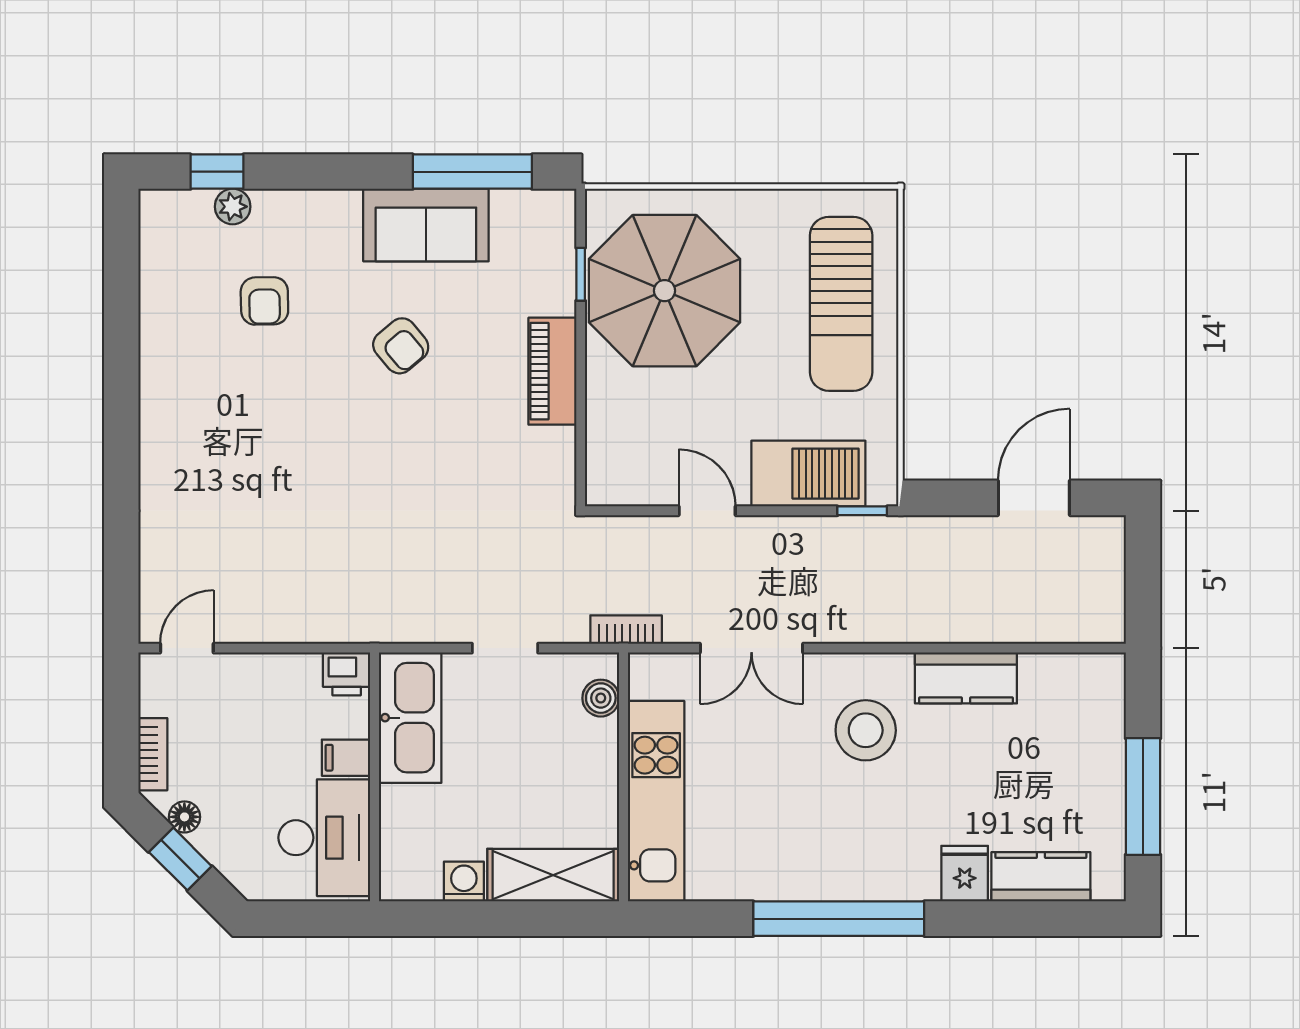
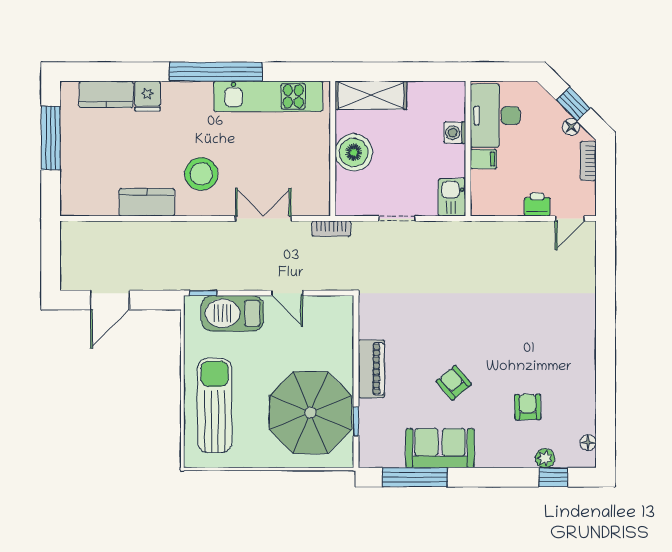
floor lamp: (153, 236) -> (588, 442), added
printer: (347, 674) -> (537, 204), moved
boiler: (601, 698) -> (354, 152), moved, width x1.86, depth x1.86
kitchen sink: (410, 718) -> (452, 197), width x0.53, depth x0.81
kitchen unit: (656, 801) -> (268, 96), moved, turned -90
washing machine: (464, 882) -> (455, 133), moved, turned 90

